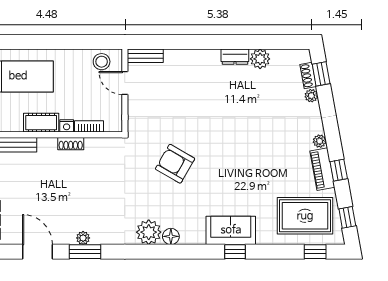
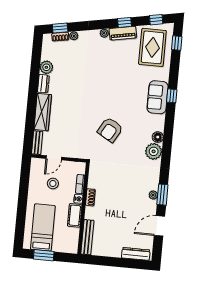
wardrobe: (192, 60) -> (43, 112), added
stool: (102, 62) -> (53, 183), moved

